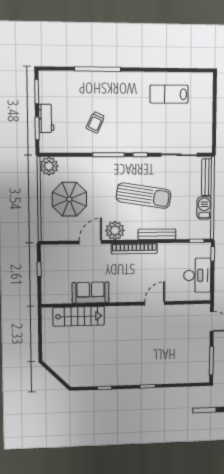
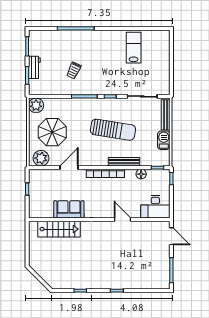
lab bench: (169, 94) -> (134, 48), turned 90
plant: (115, 231) -> (41, 158), moved
floor lamp: (177, 249) -> (141, 174), added
desk: (197, 275) -> (155, 207), moved, turned 90
door: (155, 303) -> (123, 220), hinge flipped

